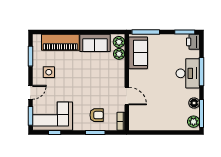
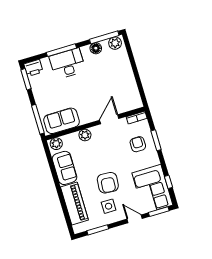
plant: (119, 54) -> (85, 135), moved
armchair: (70, 78) -> (108, 183), added

